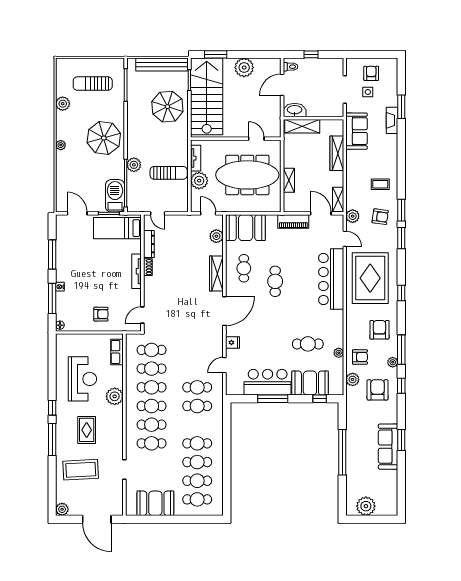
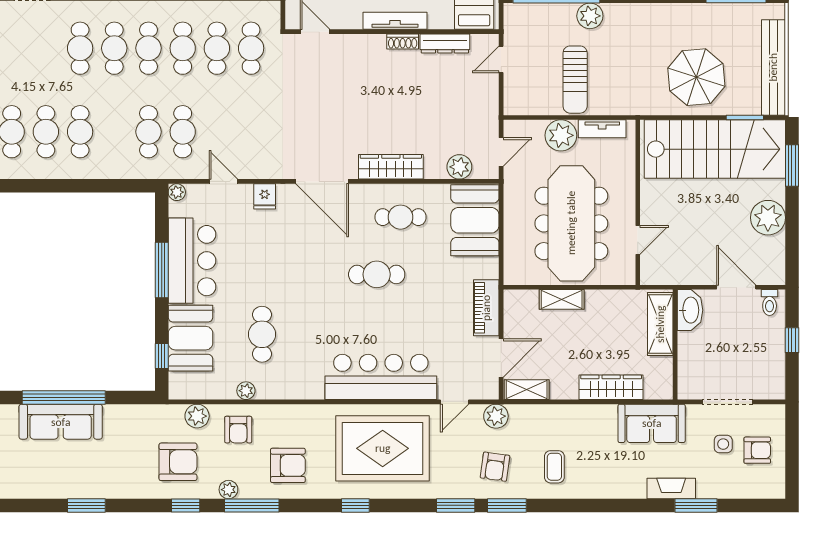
plant: (230, 391) -> (177, 192), added
sofa: (388, 447) -> (61, 422), moved, turned 180

